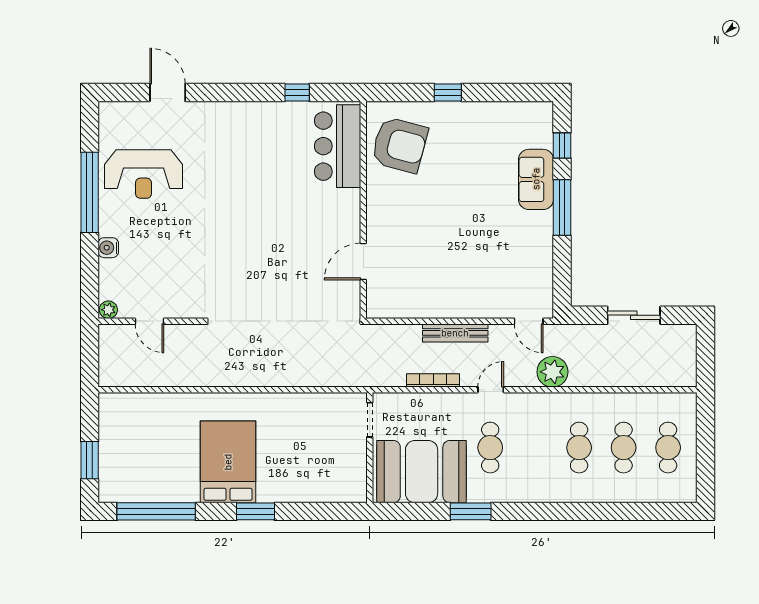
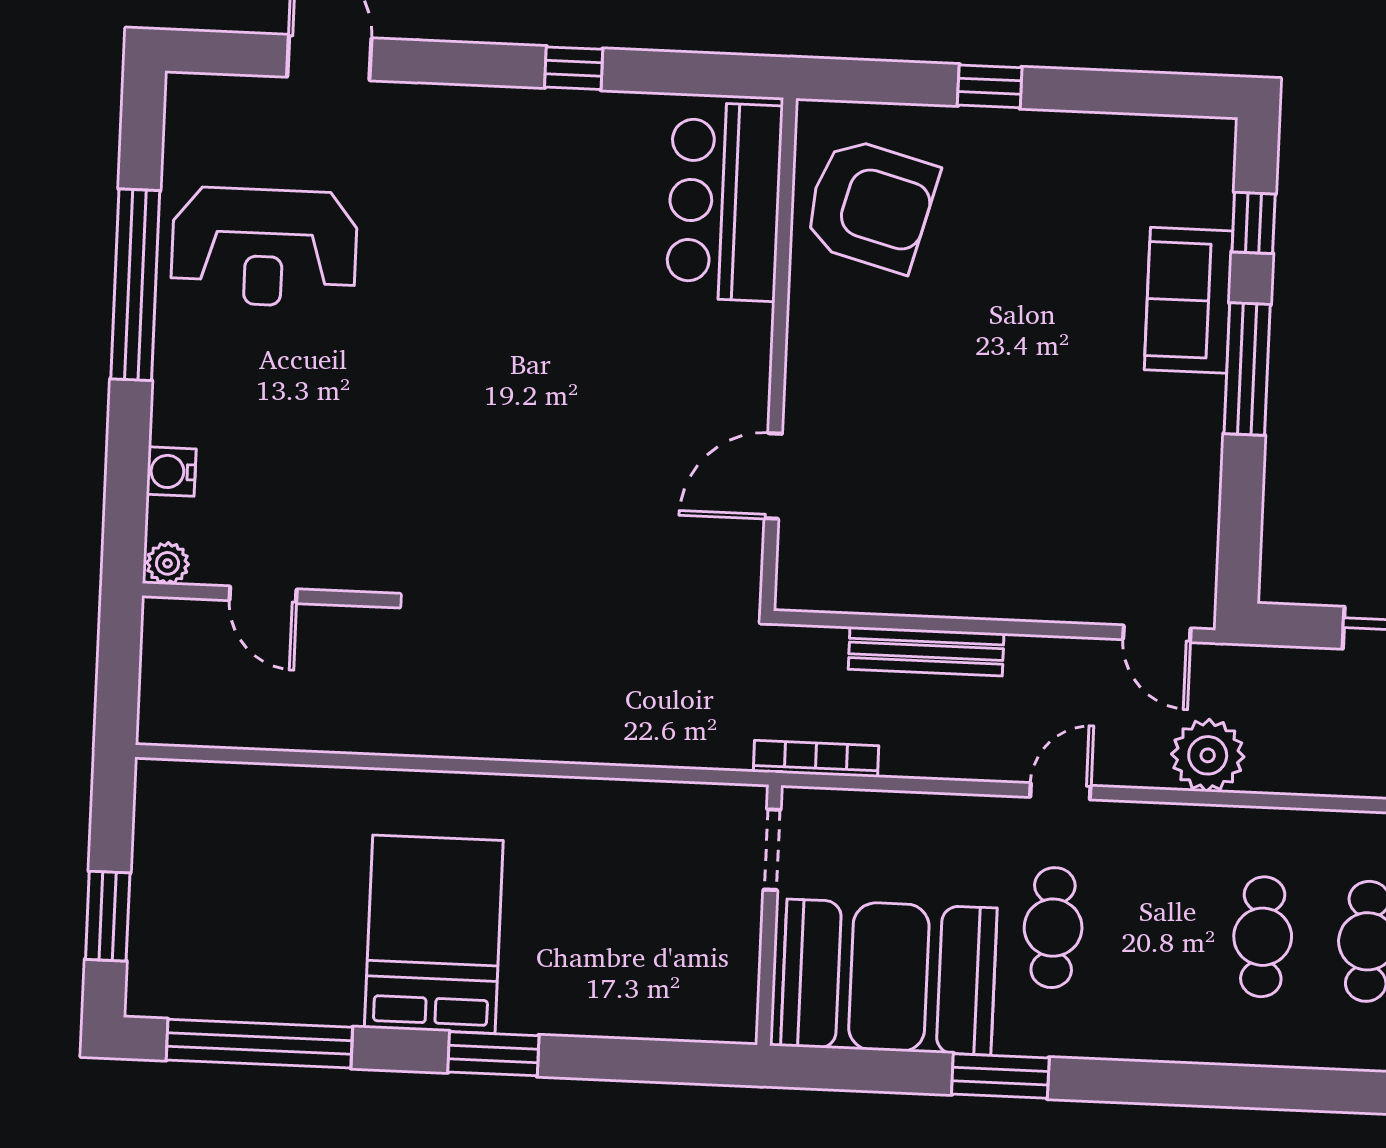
window: (297, 93) -> (574, 68), moved
water cooler: (108, 248) -> (171, 472), moved
bench: (455, 333) -> (926, 651), moved
bookcase: (433, 380) -> (816, 759), moved

